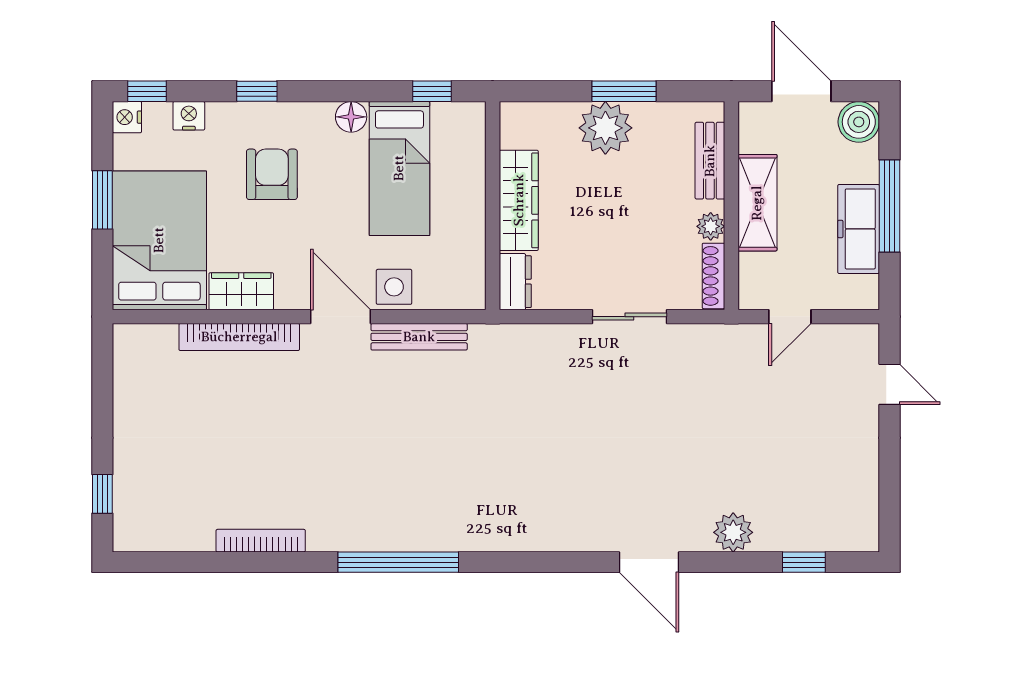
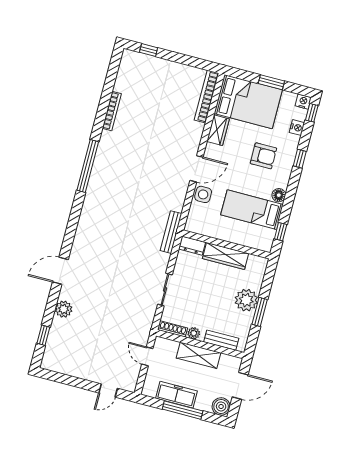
bookcase: (239, 337) -> (206, 97), moved
bench: (419, 337) -> (171, 232), moved

